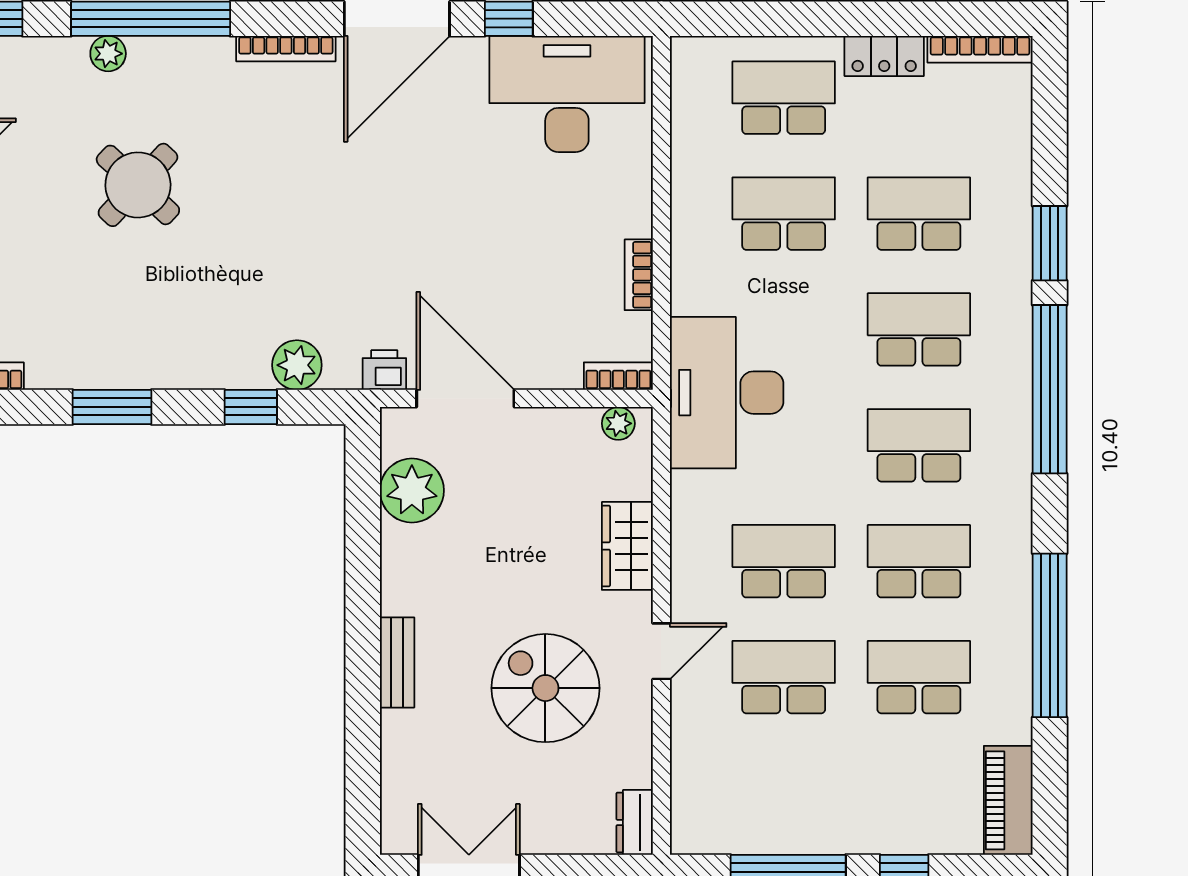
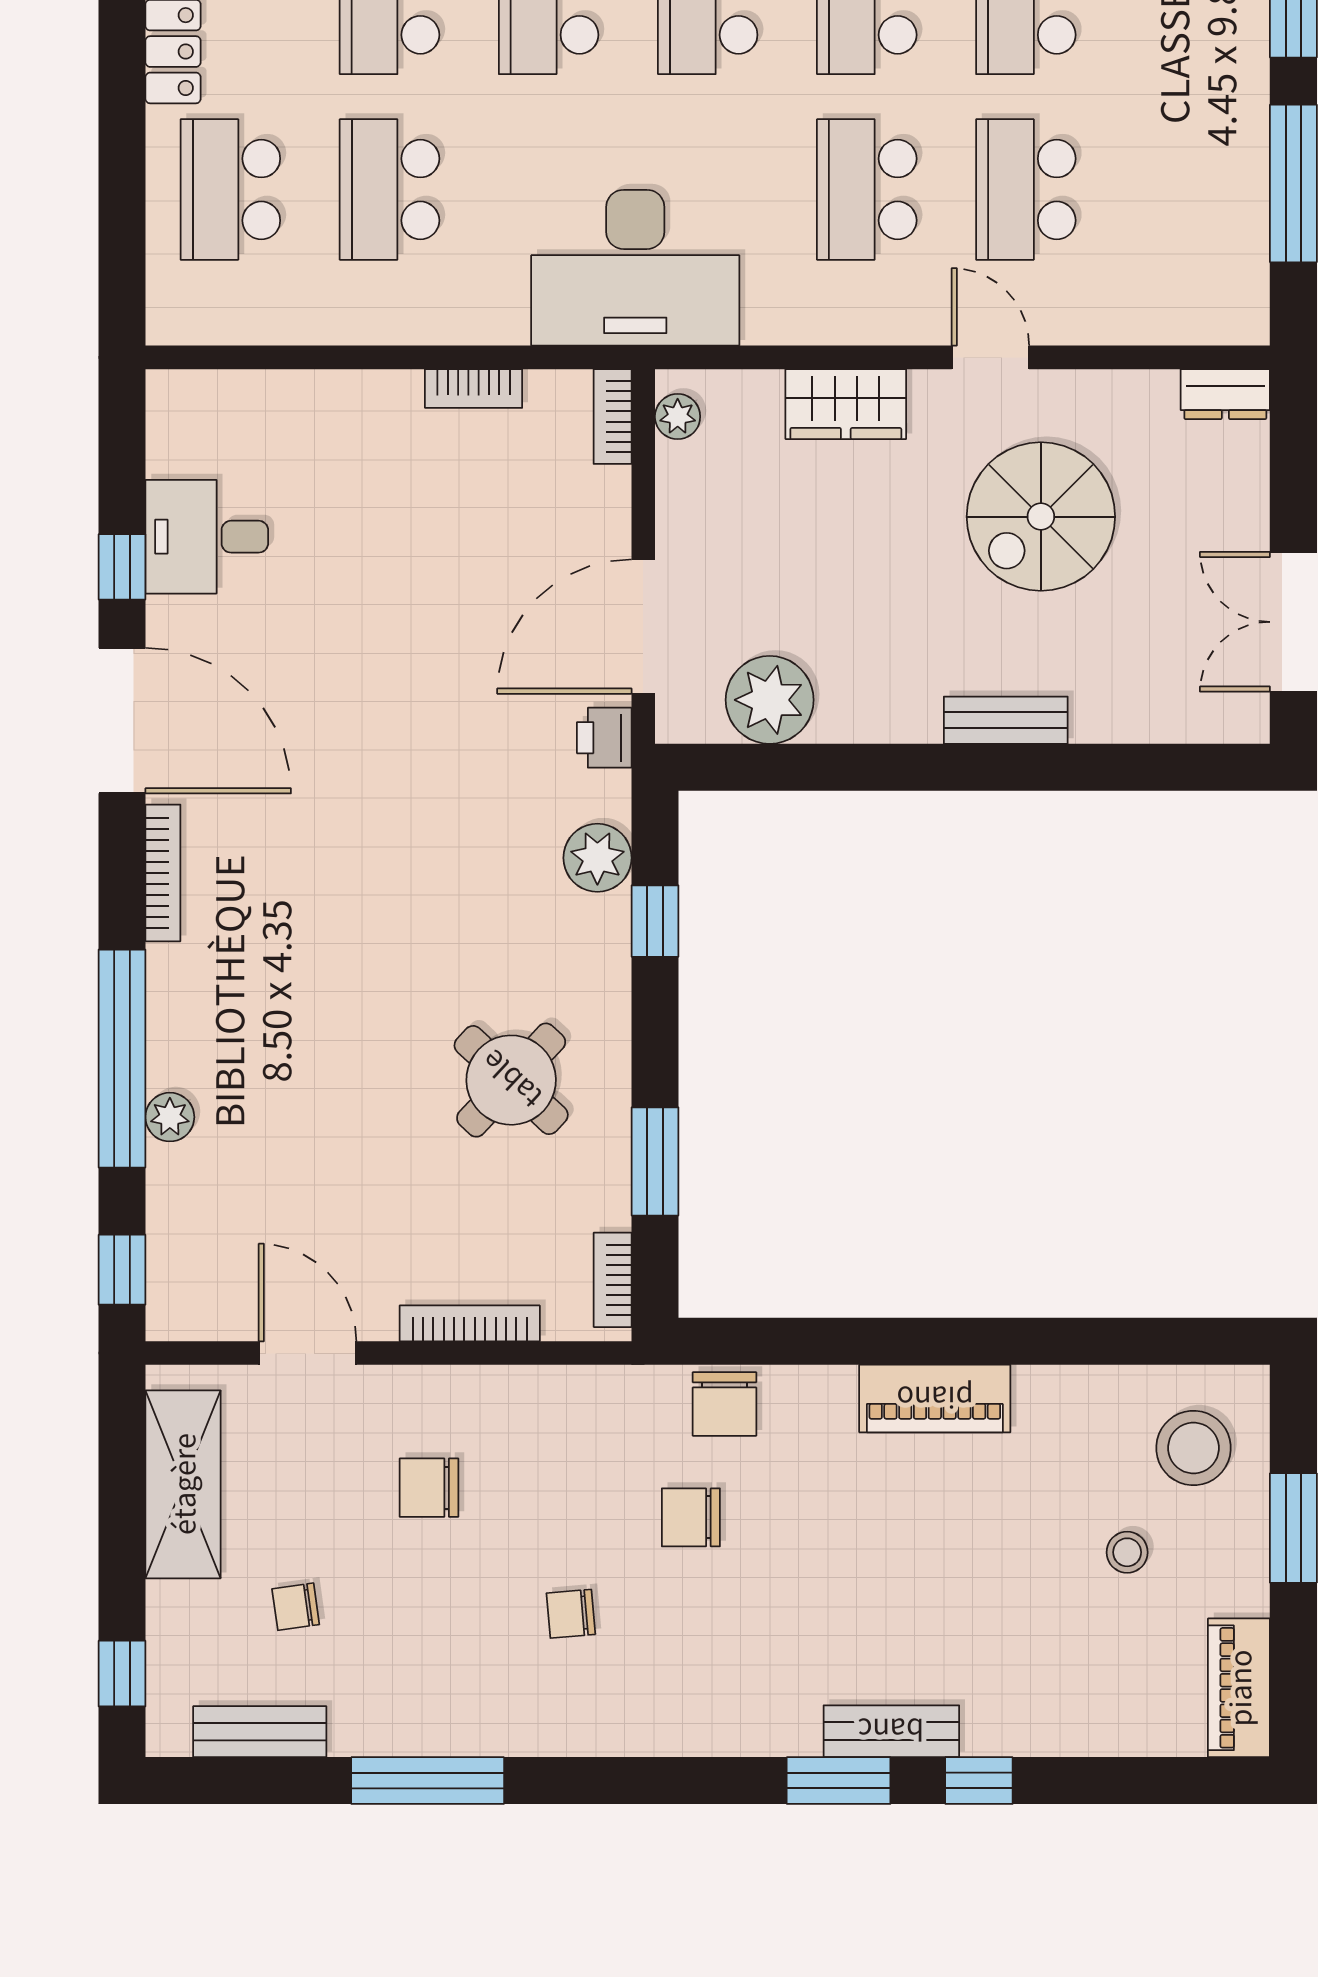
desk: (567, 94) -> (207, 537), width x0.53, depth x0.77
round table: (138, 185) -> (511, 1080), moved
window: (112, 407) -> (655, 1161), moved

